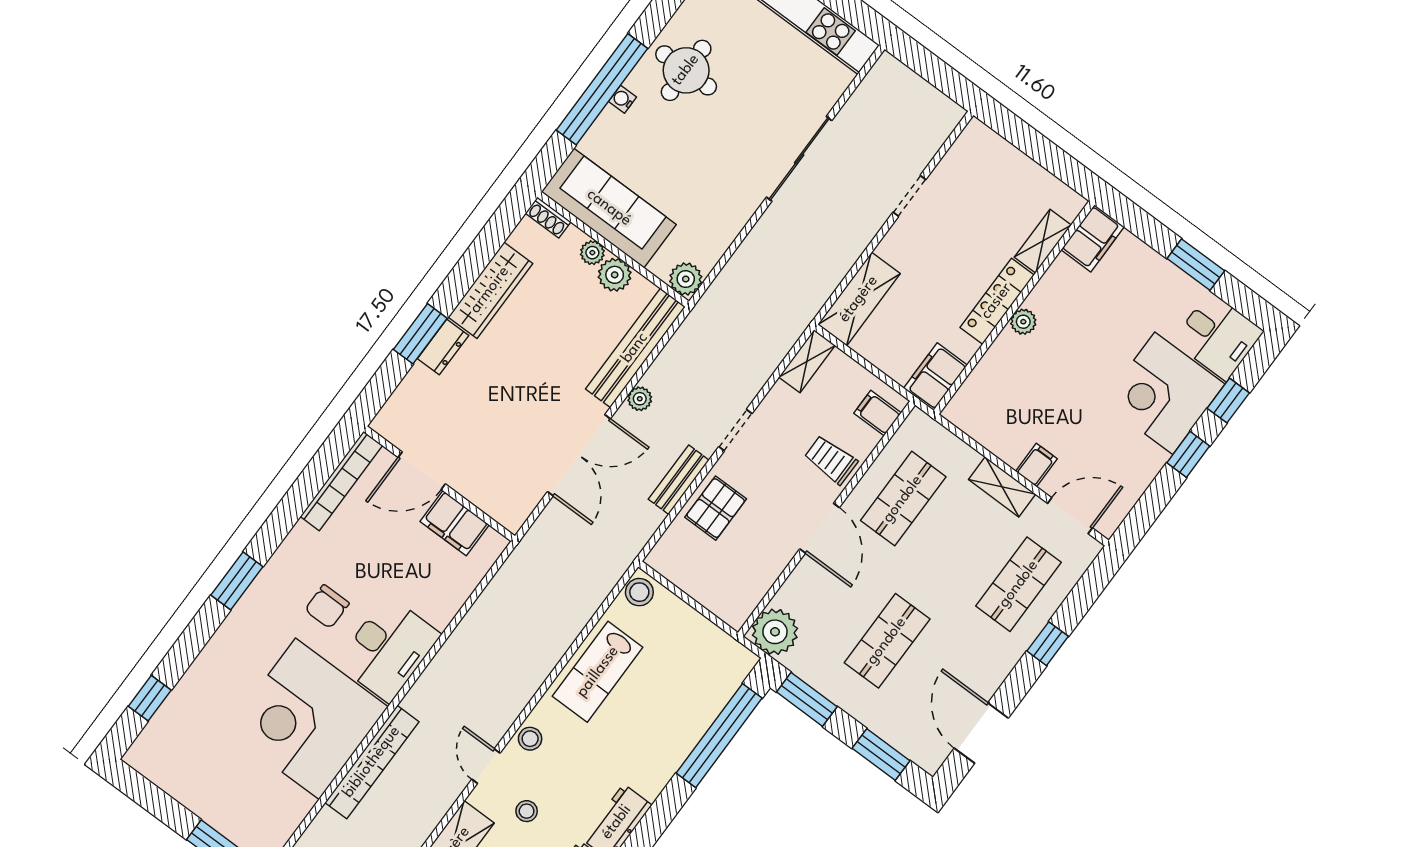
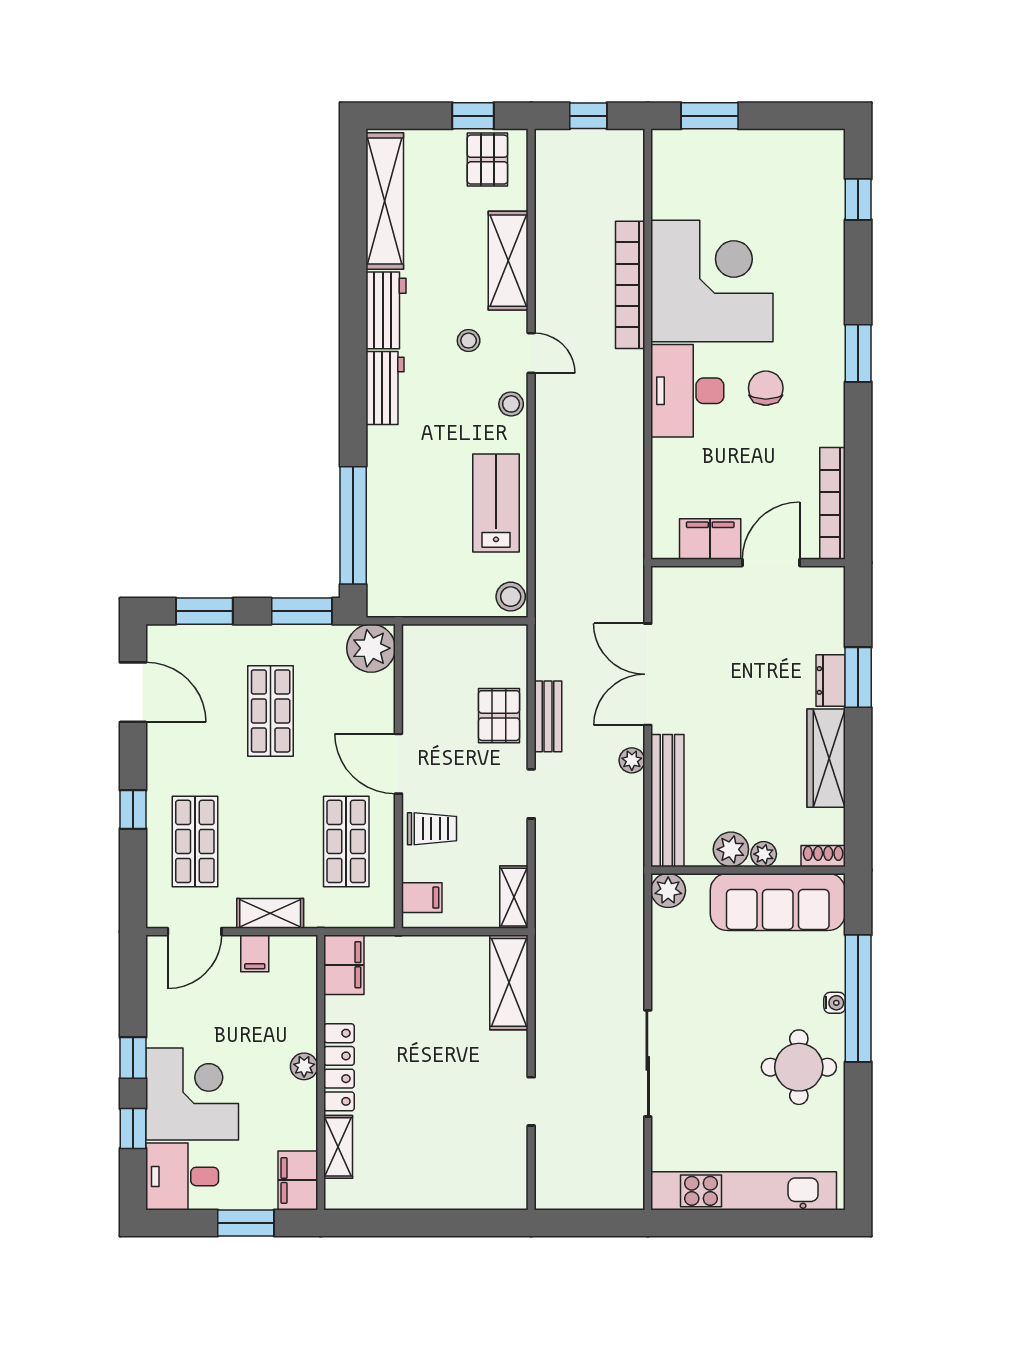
filing cabinet: (1093, 238) -> (298, 1180), moved
shelving: (1043, 241) -> (338, 1147), moved
locker: (997, 301) -> (339, 1067), moved
wall: (1014, 308) -> (321, 1072), moved
plant: (1023, 322) -> (304, 1066), moved
filing cabinet: (935, 377) -> (344, 965), moved

